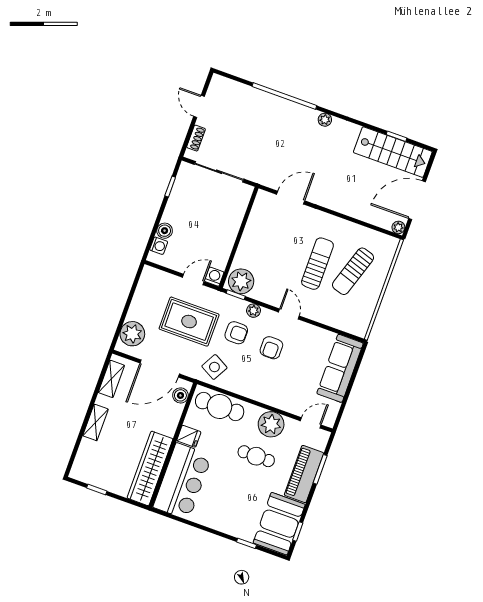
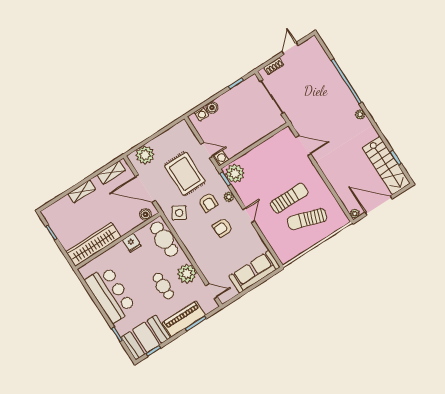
bar counter: (182, 481) -> (111, 294), moved, turned -90

